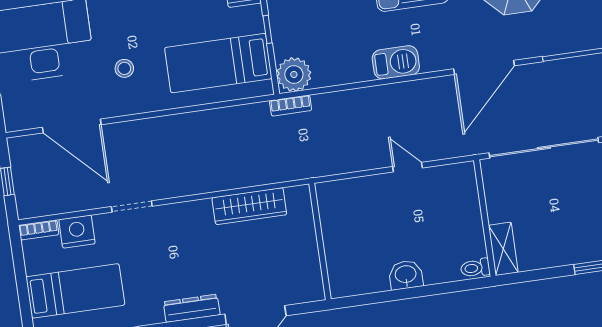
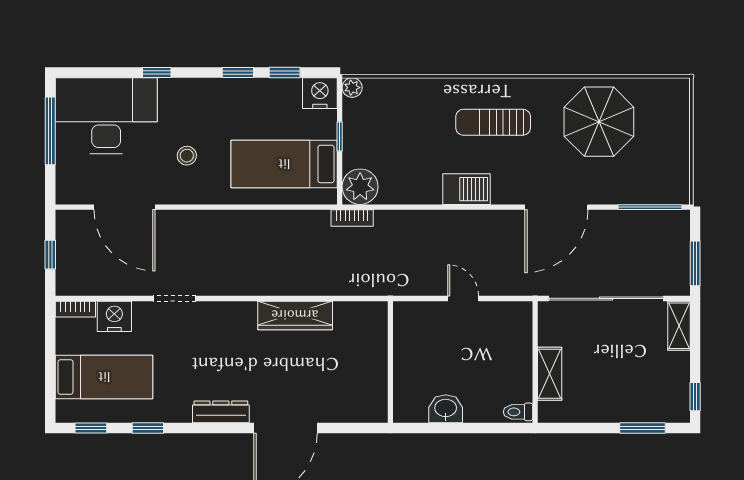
wall: (320, 241) -> (390, 362), moved
shelving: (503, 249) -> (550, 374), moved

